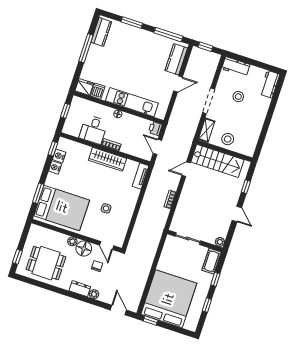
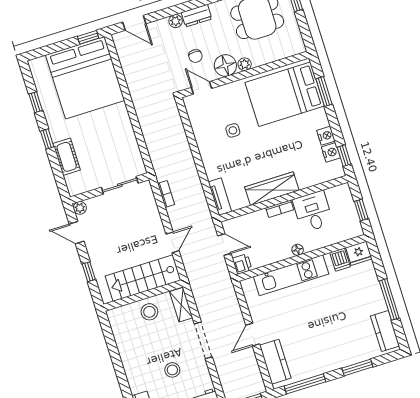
sliding door: (188, 239) -> (120, 185), moved
wall: (195, 241) -> (110, 188), moved
plant: (220, 242) -> (80, 208), moved

